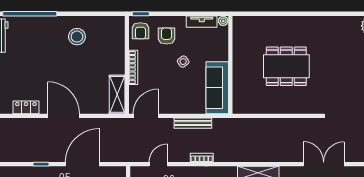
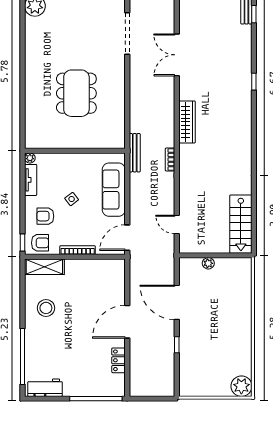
sofa: (217, 88) -> (114, 190), moved, turned 90
shelving: (117, 94) -> (44, 267), moved
door: (146, 116) -> (127, 238), hinge flipped
bench: (193, 123) -> (135, 153), moved
bookcase: (202, 158) -> (170, 160), moved

